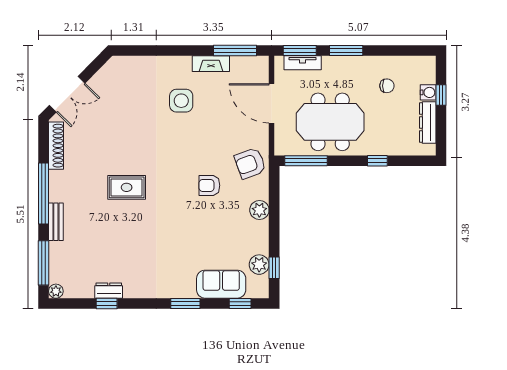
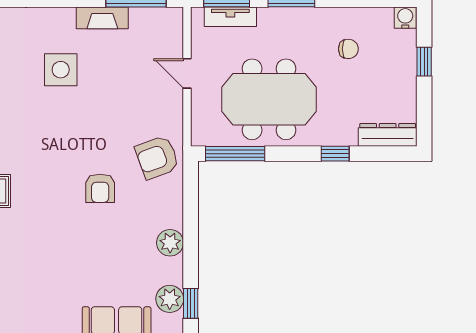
water cooler: (428, 92) -> (405, 18), moved, turned -90
door: (272, 103) -> (187, 73), width x0.53
dresser: (428, 123) -> (388, 135), moved, turned 90
armchair: (209, 185) -> (100, 188), turned -90
plant: (259, 210) -> (170, 243), moved

